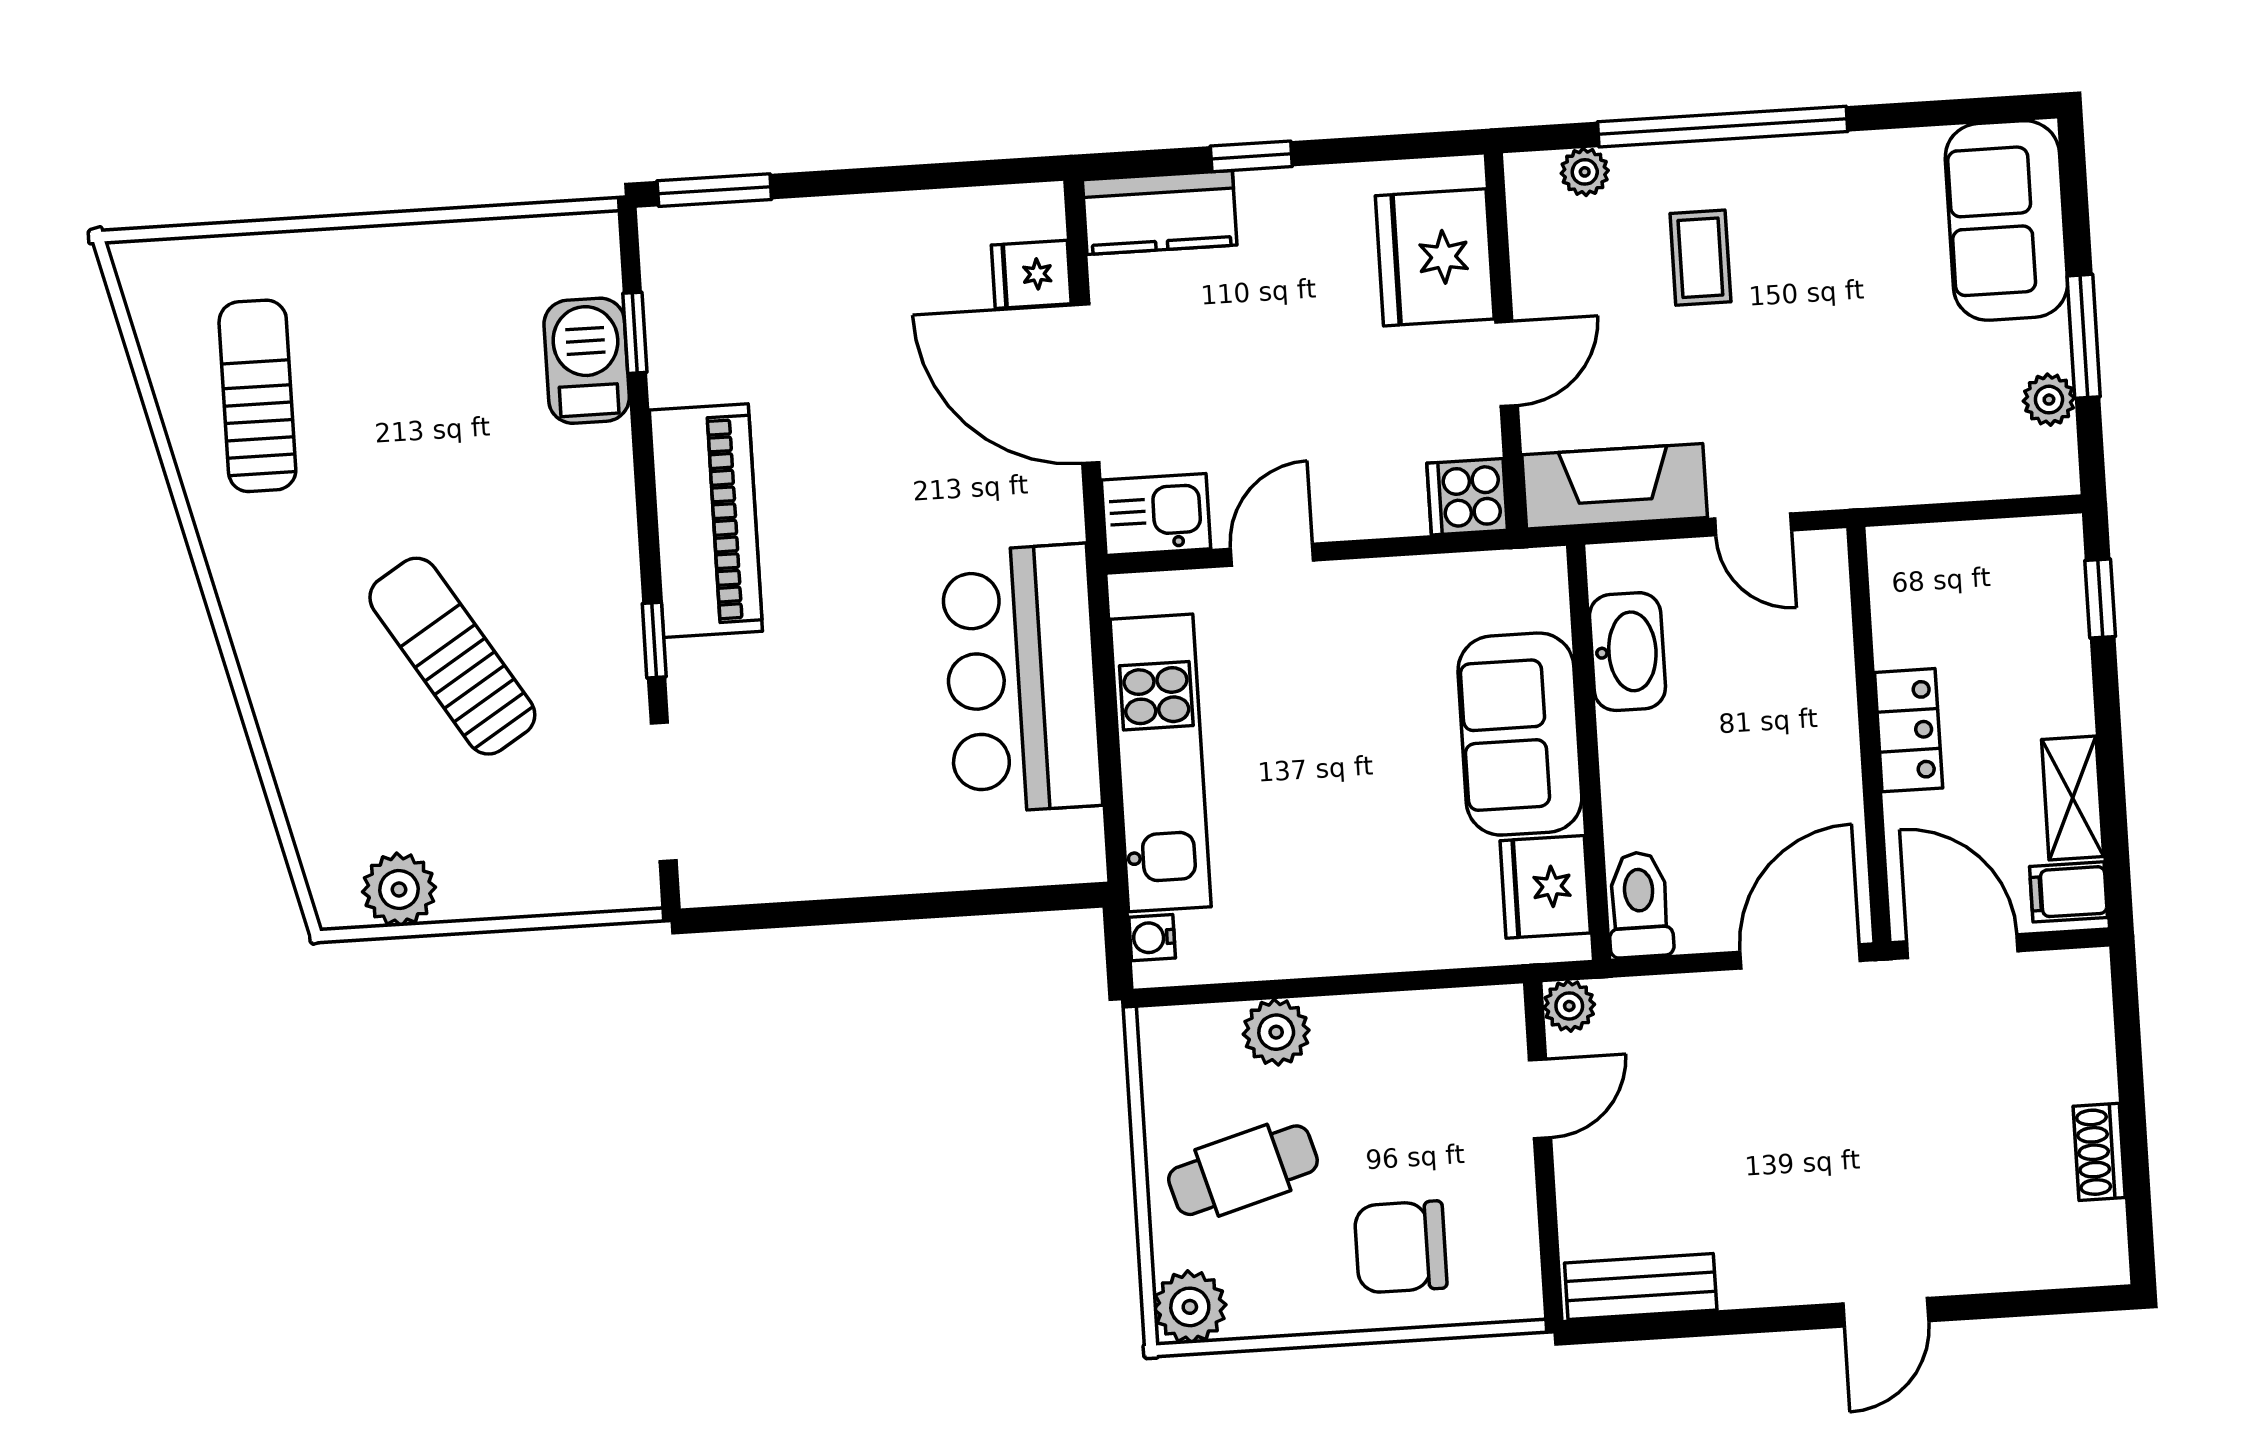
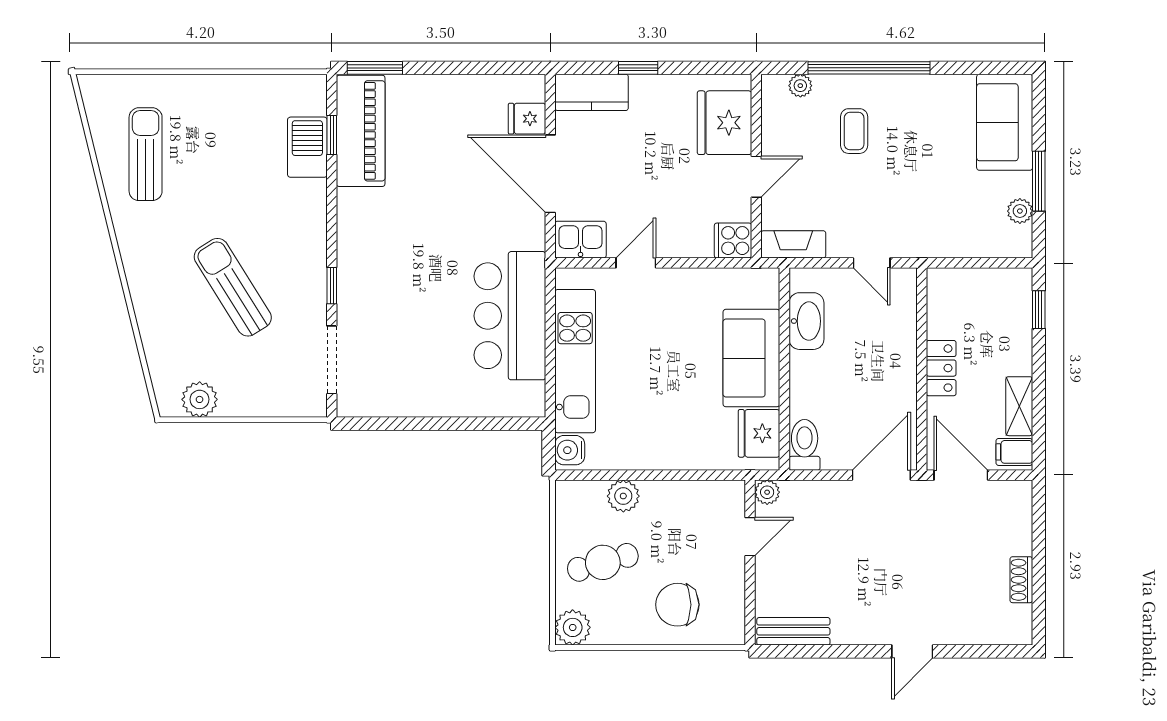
fireplace: (1615, 486) -> (793, 244), width x0.73, depth x0.76
piano: (706, 521) -> (361, 131), moved
water cooler: (1152, 938) -> (570, 450), width x1.38, depth x1.38

